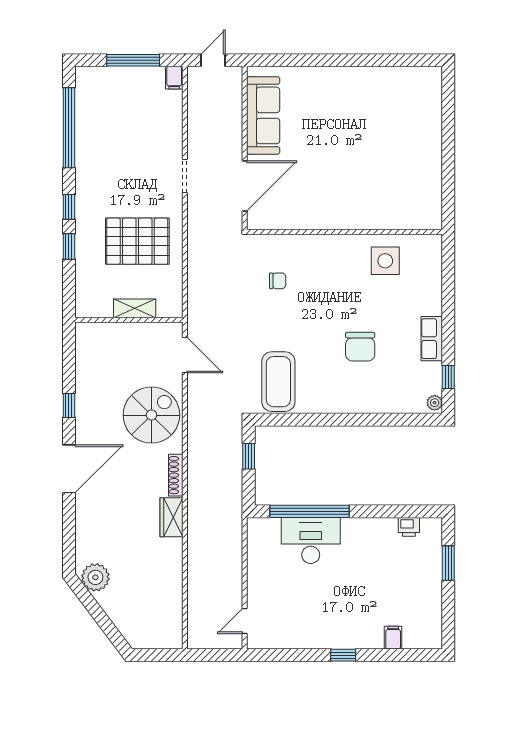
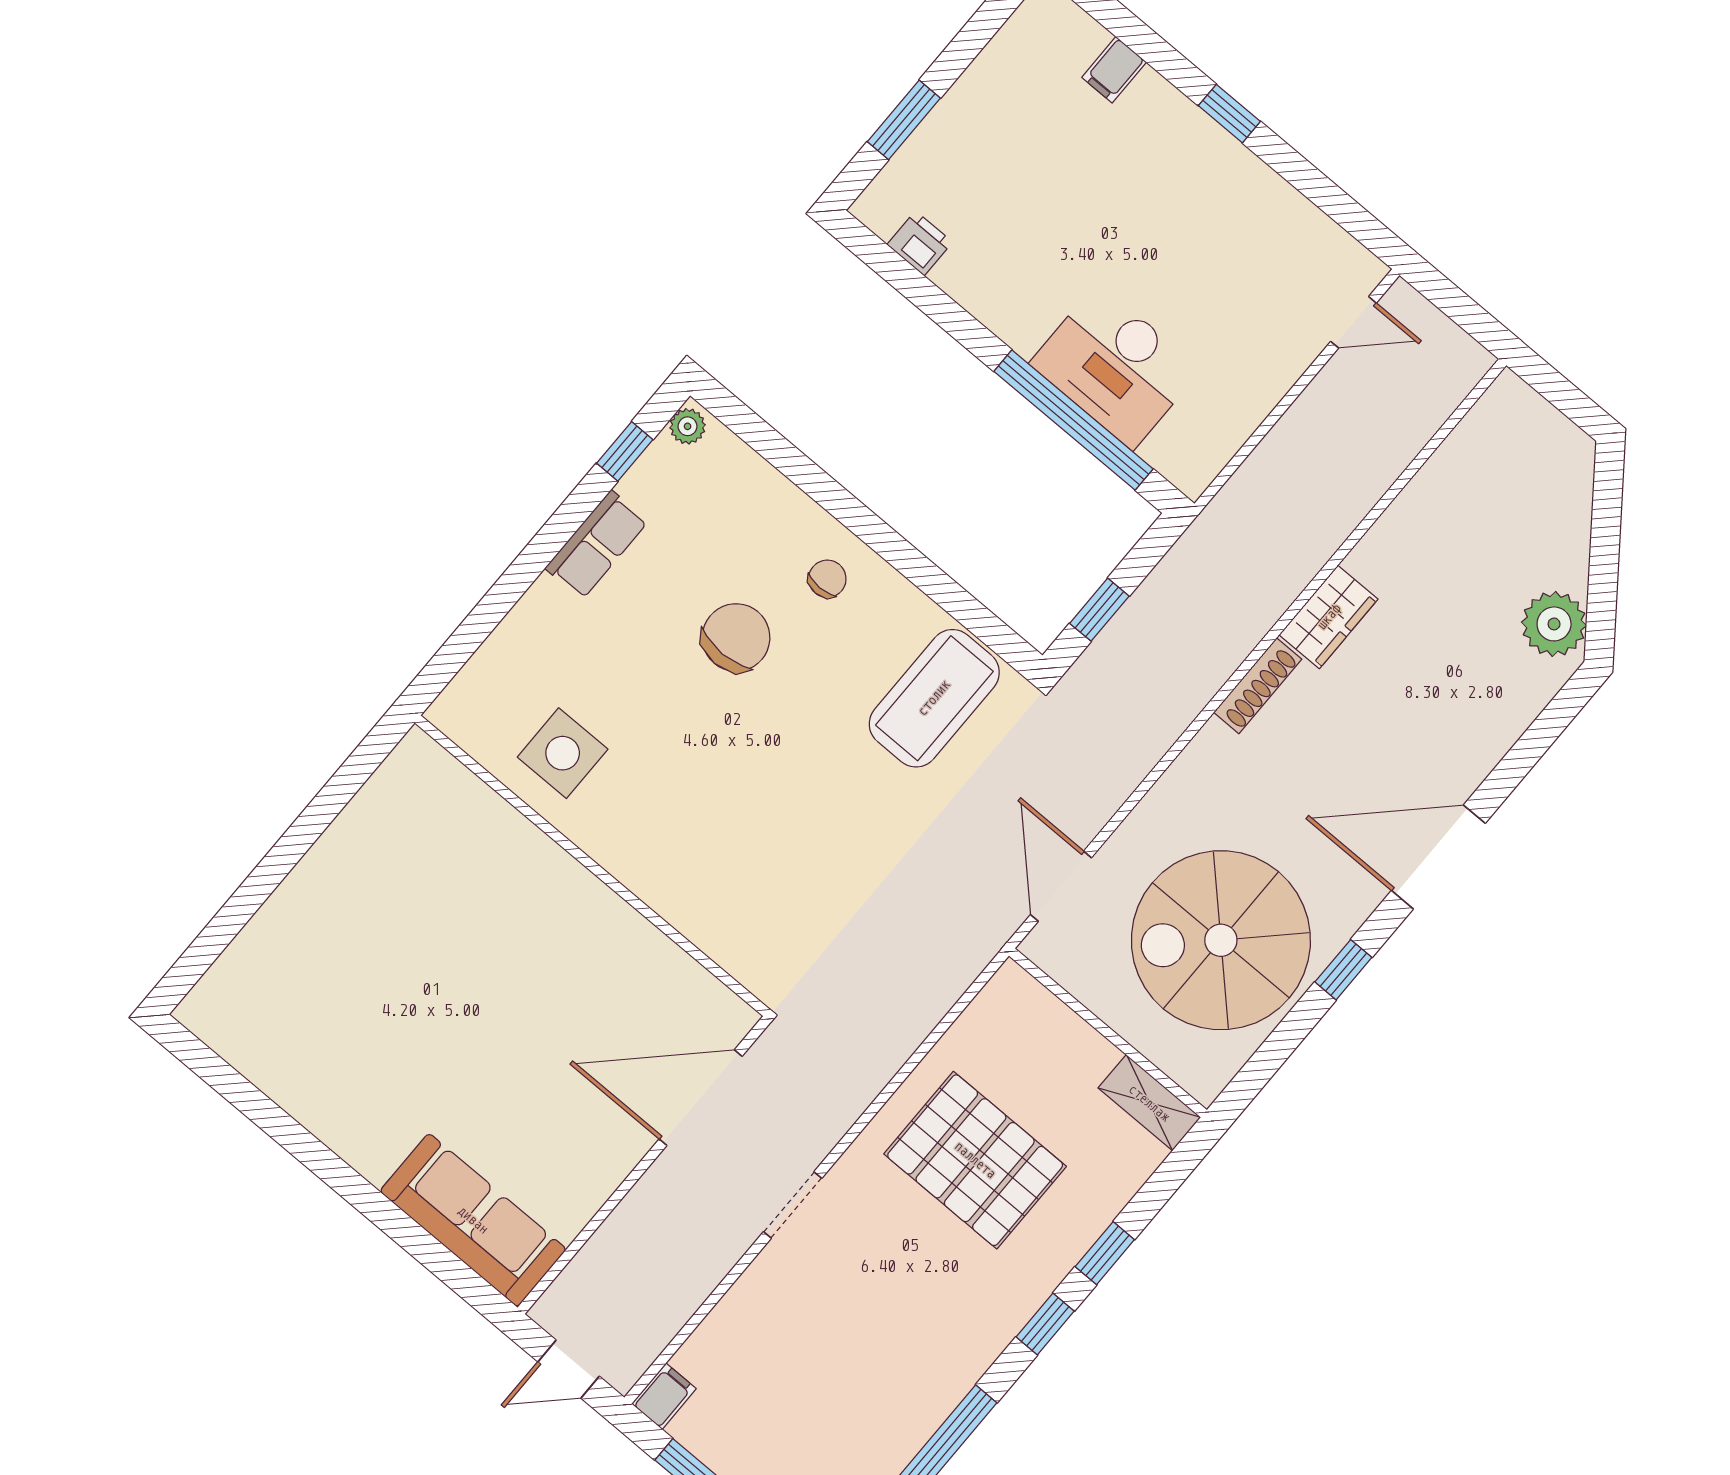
sofa: (263, 115) -> (473, 1220), moved, turned 90
chair: (278, 281) -> (827, 579), moved, turned 90
shelving: (135, 308) -> (1149, 1103), moved
spiral stairs: (151, 415) -> (1221, 940), moved, width x1.37, depth x1.37

